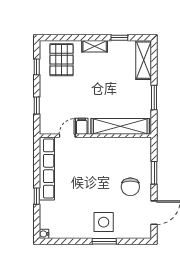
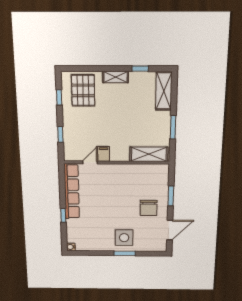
shelving: (120, 126) -> (149, 154), width x0.68

